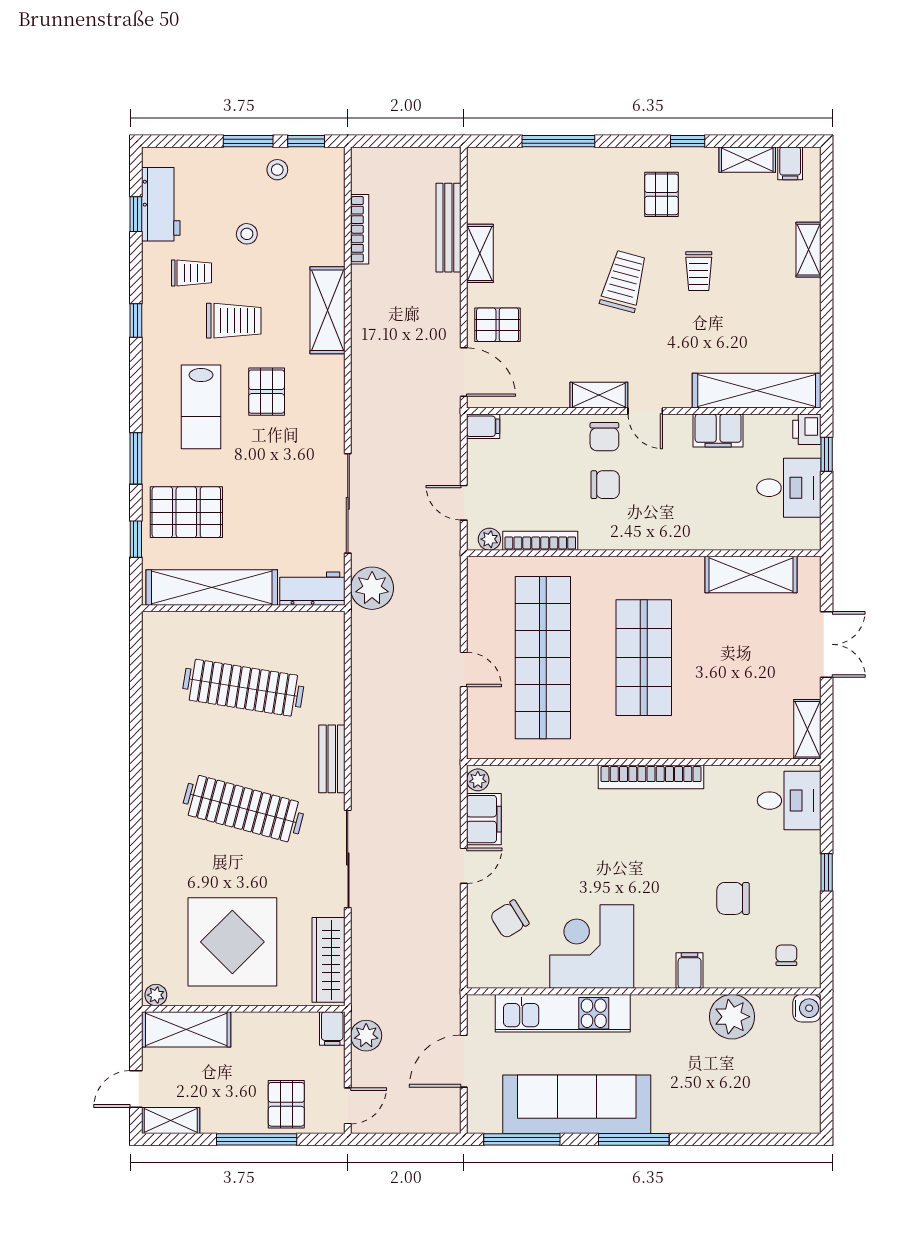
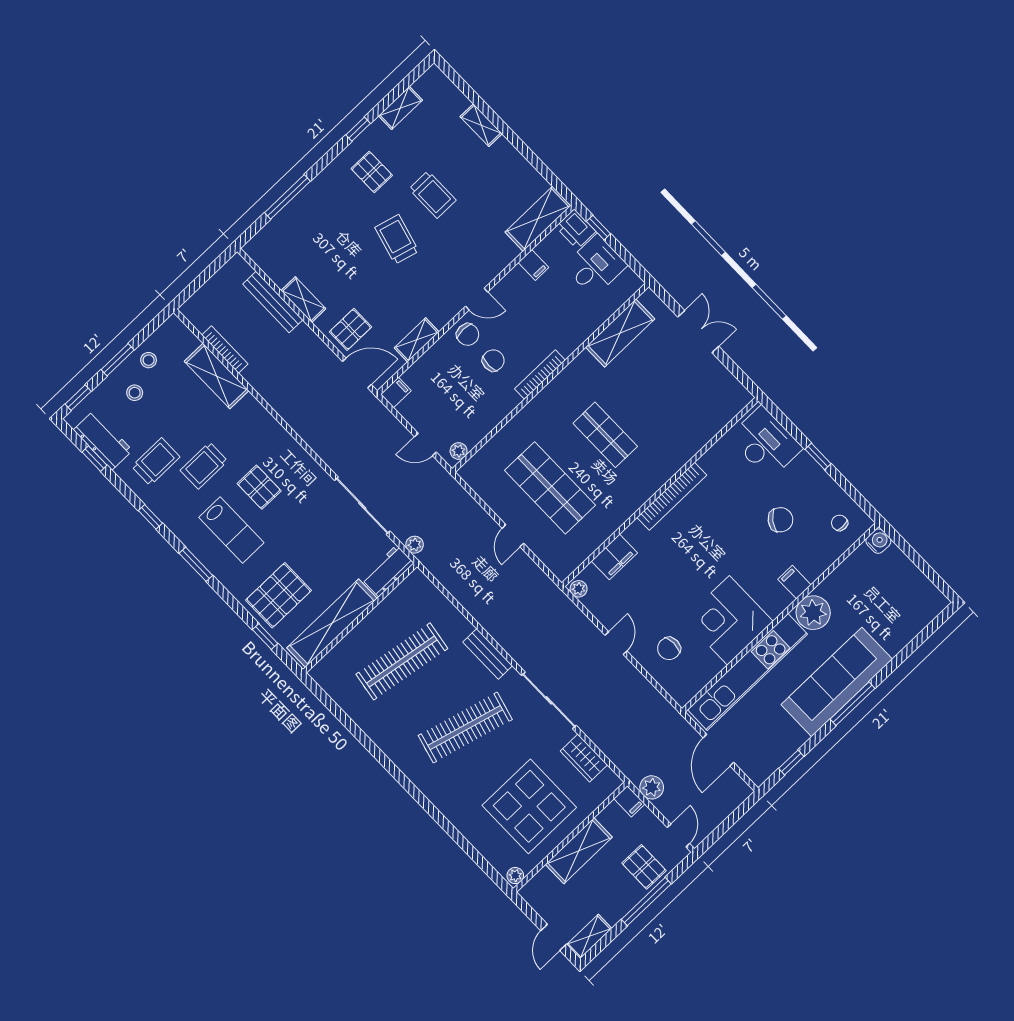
window: (306, 141) -> (78, 398), moved
filing cabinet: (790, 163) -> (426, 88), removed
stool: (247, 234) -> (135, 393), moved
trolley: (699, 271) -> (433, 195), width x1.36, depth x1.39
trolley: (191, 273) -> (156, 462), width x1.36, depth x1.39
shelving: (327, 310) -> (216, 376), moved
trolley: (234, 321) -> (204, 466), turned 180
shelving: (757, 391) -> (538, 219), width x0.68
shelving: (599, 395) -> (417, 340), moved
printer: (807, 429) -> (576, 229), width x1.36, depth x1.24
filing cabinet: (718, 430) -> (533, 265), width x0.50
window: (136, 458) -> (196, 564), moved
bookcase: (540, 541) -> (540, 375), moved
plant: (372, 588) -> (415, 545), width x0.53, depth x0.53
shop shelf: (543, 658) -> (550, 488), width x0.71
shop shelf: (644, 658) -> (605, 435), width x0.70, depth x0.74
door: (464, 669) -> (513, 536), swing flipped
shelving: (807, 729) -> (732, 388), removed
desk: (789, 801) -> (765, 443), width x1.37
filing cabinet: (484, 819) -> (614, 557), moved, turned 90
chair: (733, 898) -> (780, 520), turned -144
chair: (509, 919) -> (669, 648), turned 32
wardrobe: (328, 960) -> (584, 758), width x0.67
kitchen unit: (563, 1013) -> (748, 672), width x1.36
plant: (732, 1017) -> (813, 613), moved
shelving: (186, 1029) -> (579, 851), moved
sofa: (577, 1104) -> (837, 682), moved
window: (522, 1139) -> (791, 762), width x0.46

